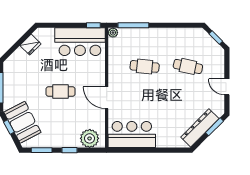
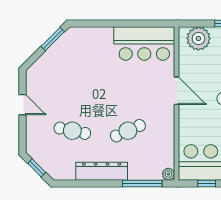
window: (93, 25) -> (207, 183), moved
cafe table: (145, 66) -> (128, 131), turned -30
window: (214, 127) -> (53, 39), moved
dresser: (200, 128) -> (102, 171), moved, turned -135

